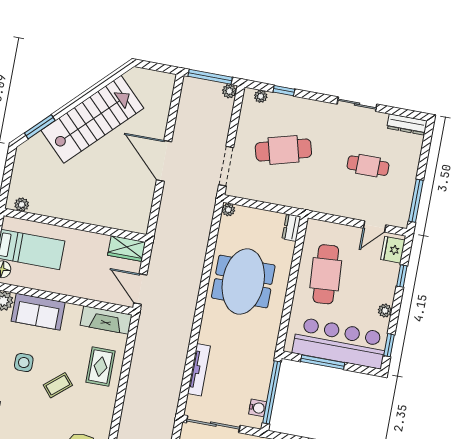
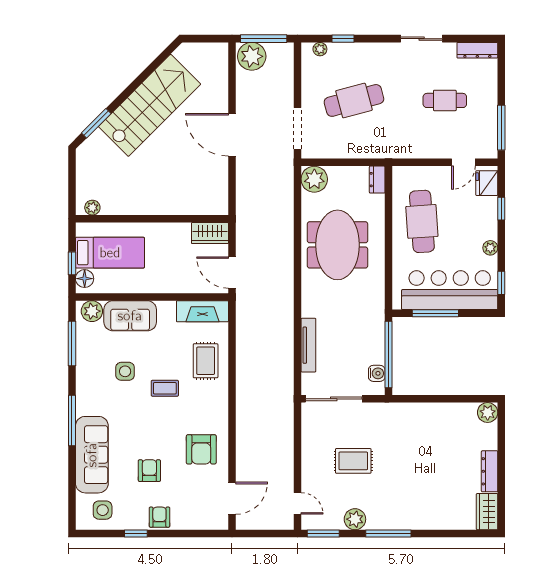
plant: (229, 91) -> (252, 56), moved, width x1.87, depth x1.87
plant: (228, 210) -> (314, 179), width x1.88, depth x1.88
coffee table: (58, 385) -> (165, 388), turned 40

